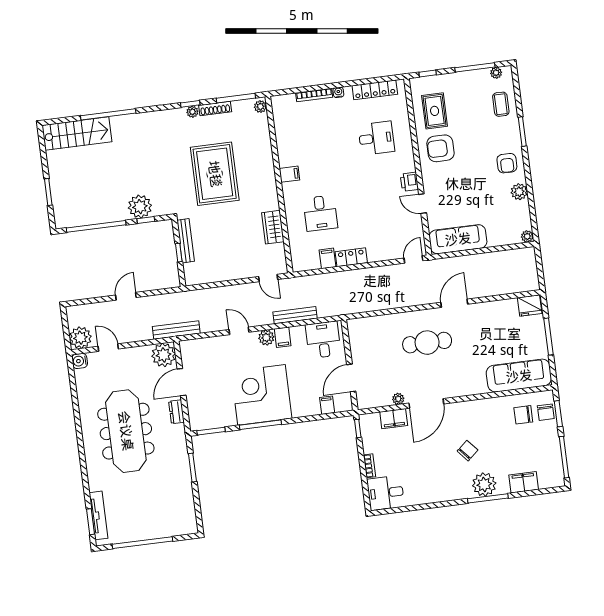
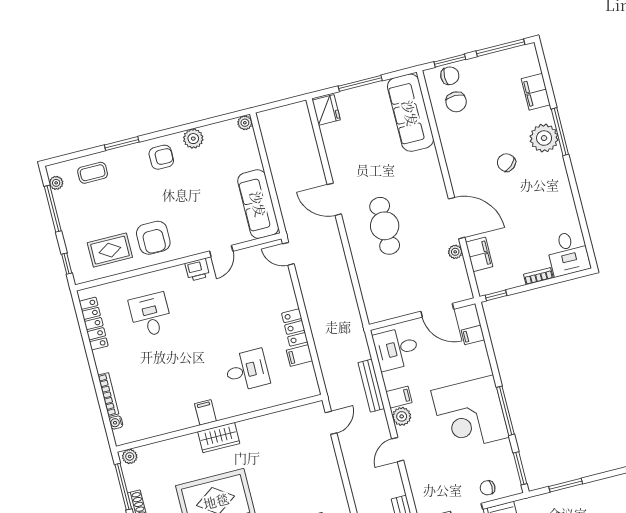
water cooler: (338, 92) -> (116, 422), moved
wardrobe: (273, 227) -> (219, 438), moved
chair: (198, 402) -> (488, 488), added

